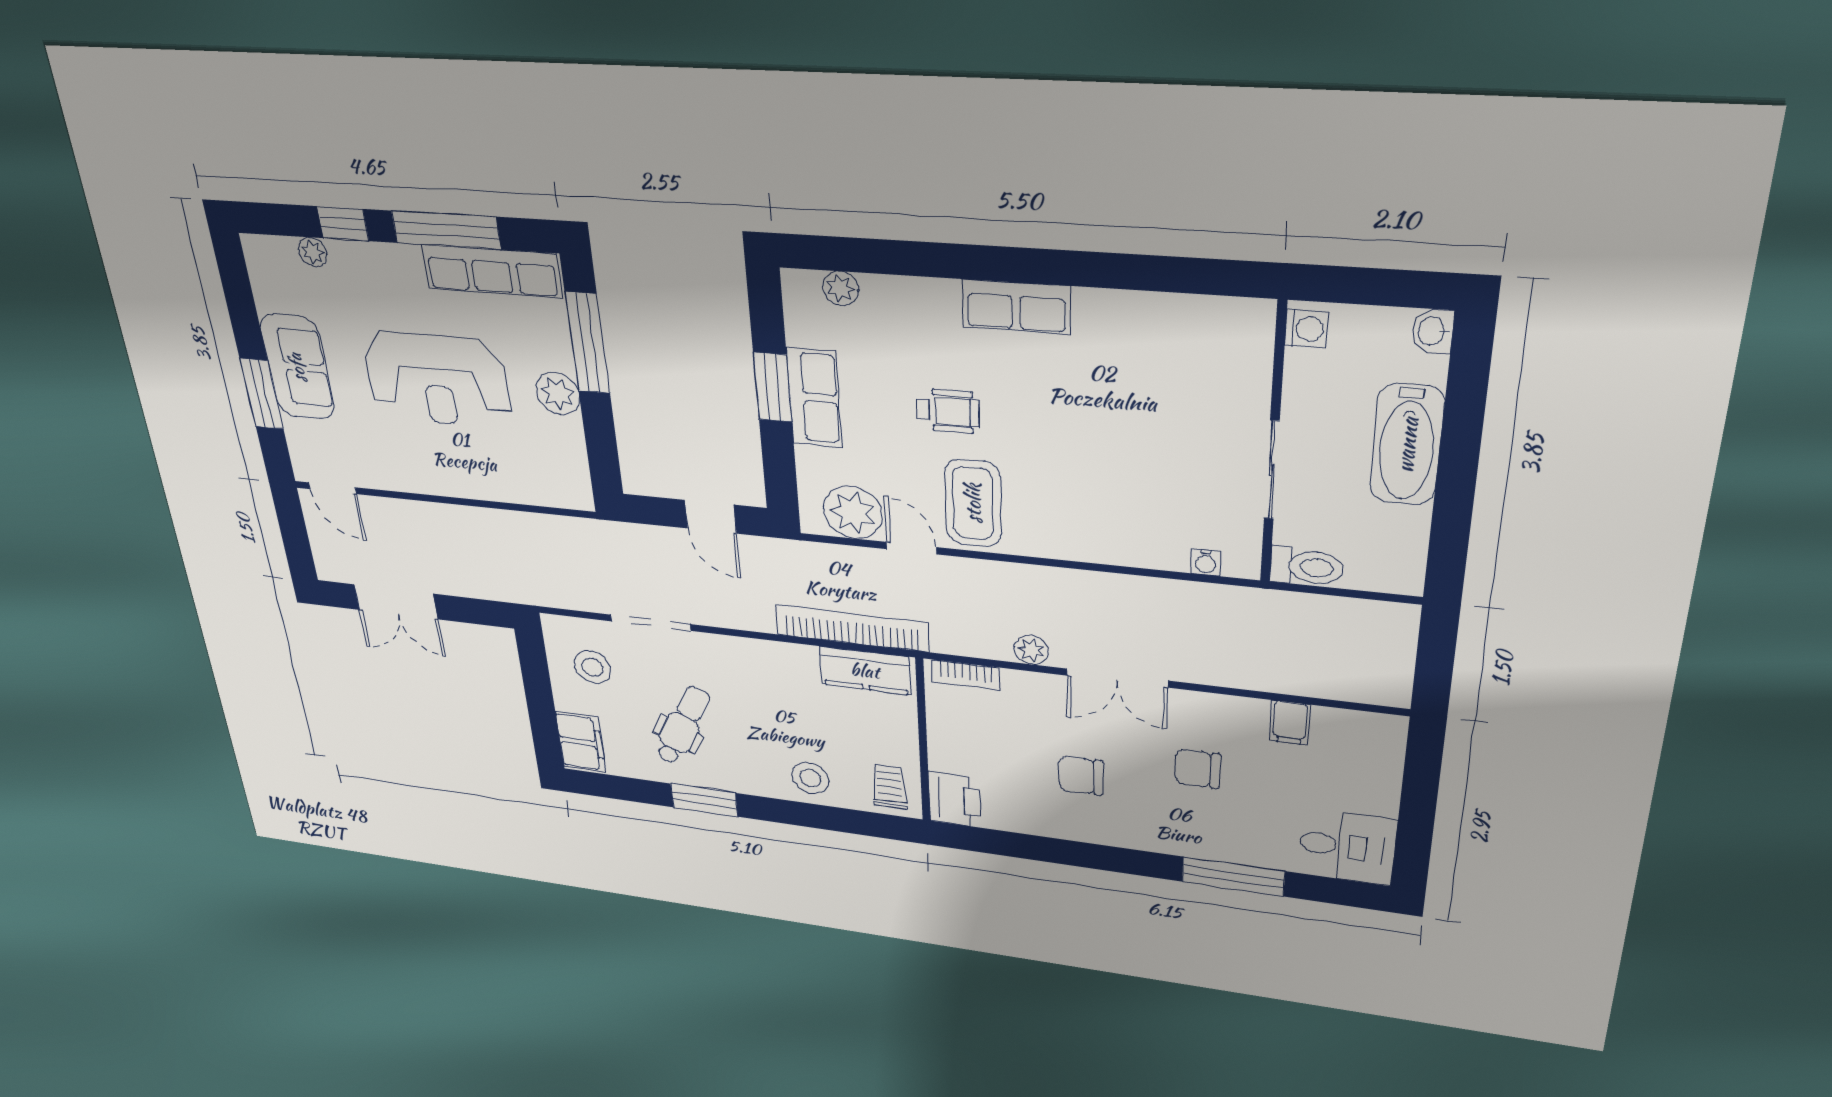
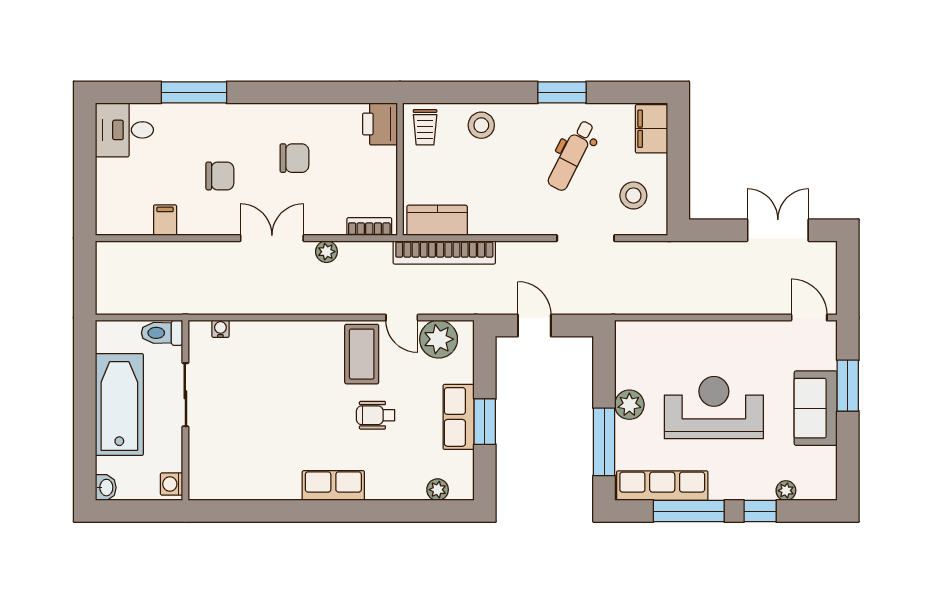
bathtub: (1407, 445) -> (119, 404), width x1.36, depth x1.36

